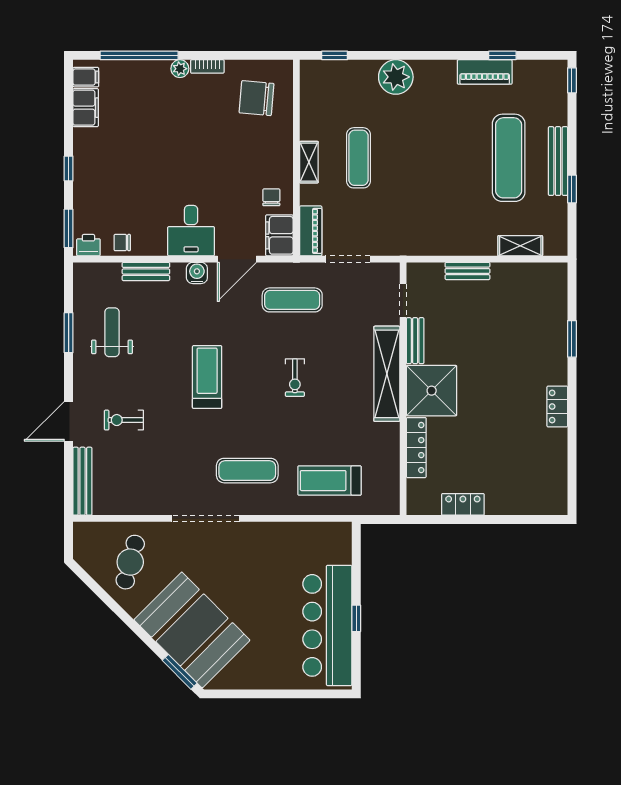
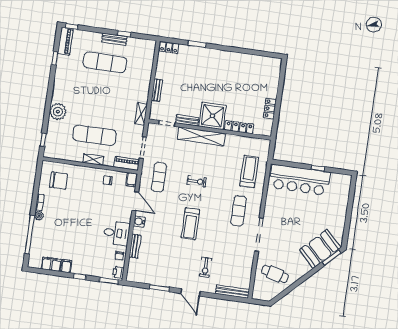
piano: (485, 72) -> (65, 41), moved
filing cabinet: (86, 77) -> (66, 266), moved
chair: (257, 98) -> (59, 181), turned -95
exercise mat: (359, 158) -> (95, 135), width x1.36, depth x1.45
bench: (558, 161) -> (114, 39), width x0.73
desk: (191, 231) -> (117, 233), moved
filing cabinet: (279, 235) -> (132, 180), width x0.50
shelving: (520, 246) -> (141, 114), moved
weight bench: (112, 332) -> (162, 267), removed
treadmill: (207, 377) -> (190, 224), turned -90
locker: (557, 406) -> (169, 47), moved
door: (69, 421) -> (190, 292), moved
treadmill: (329, 481) -> (249, 172), turned 180
bar counter: (327, 625) -> (300, 180), moved
booth: (192, 630) -> (320, 249), width x0.73, depth x0.70

